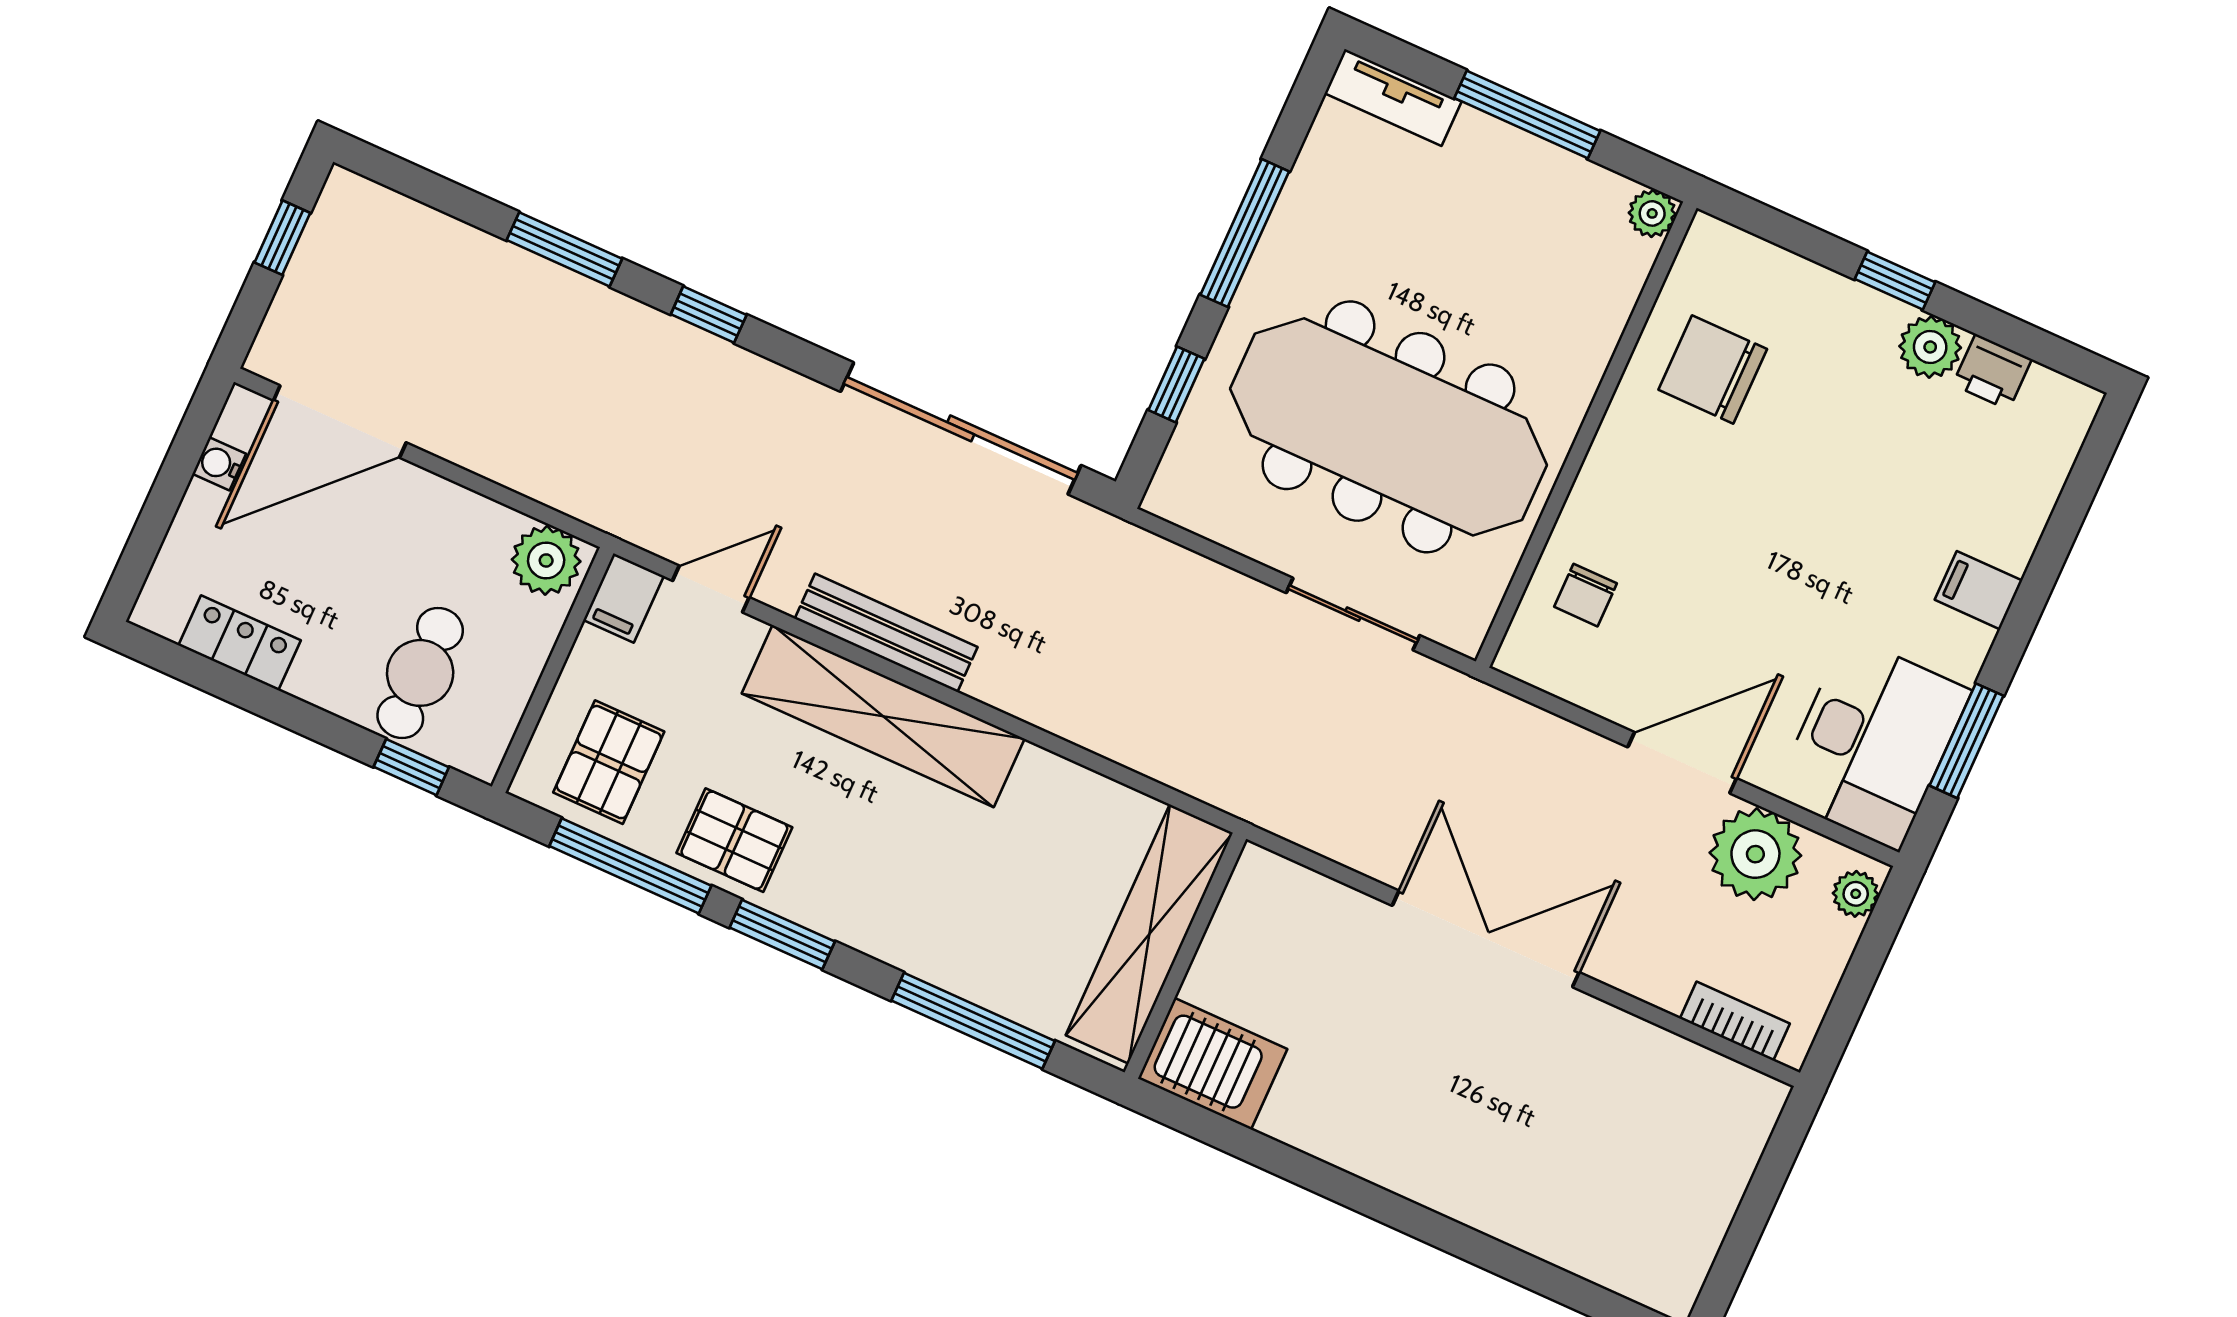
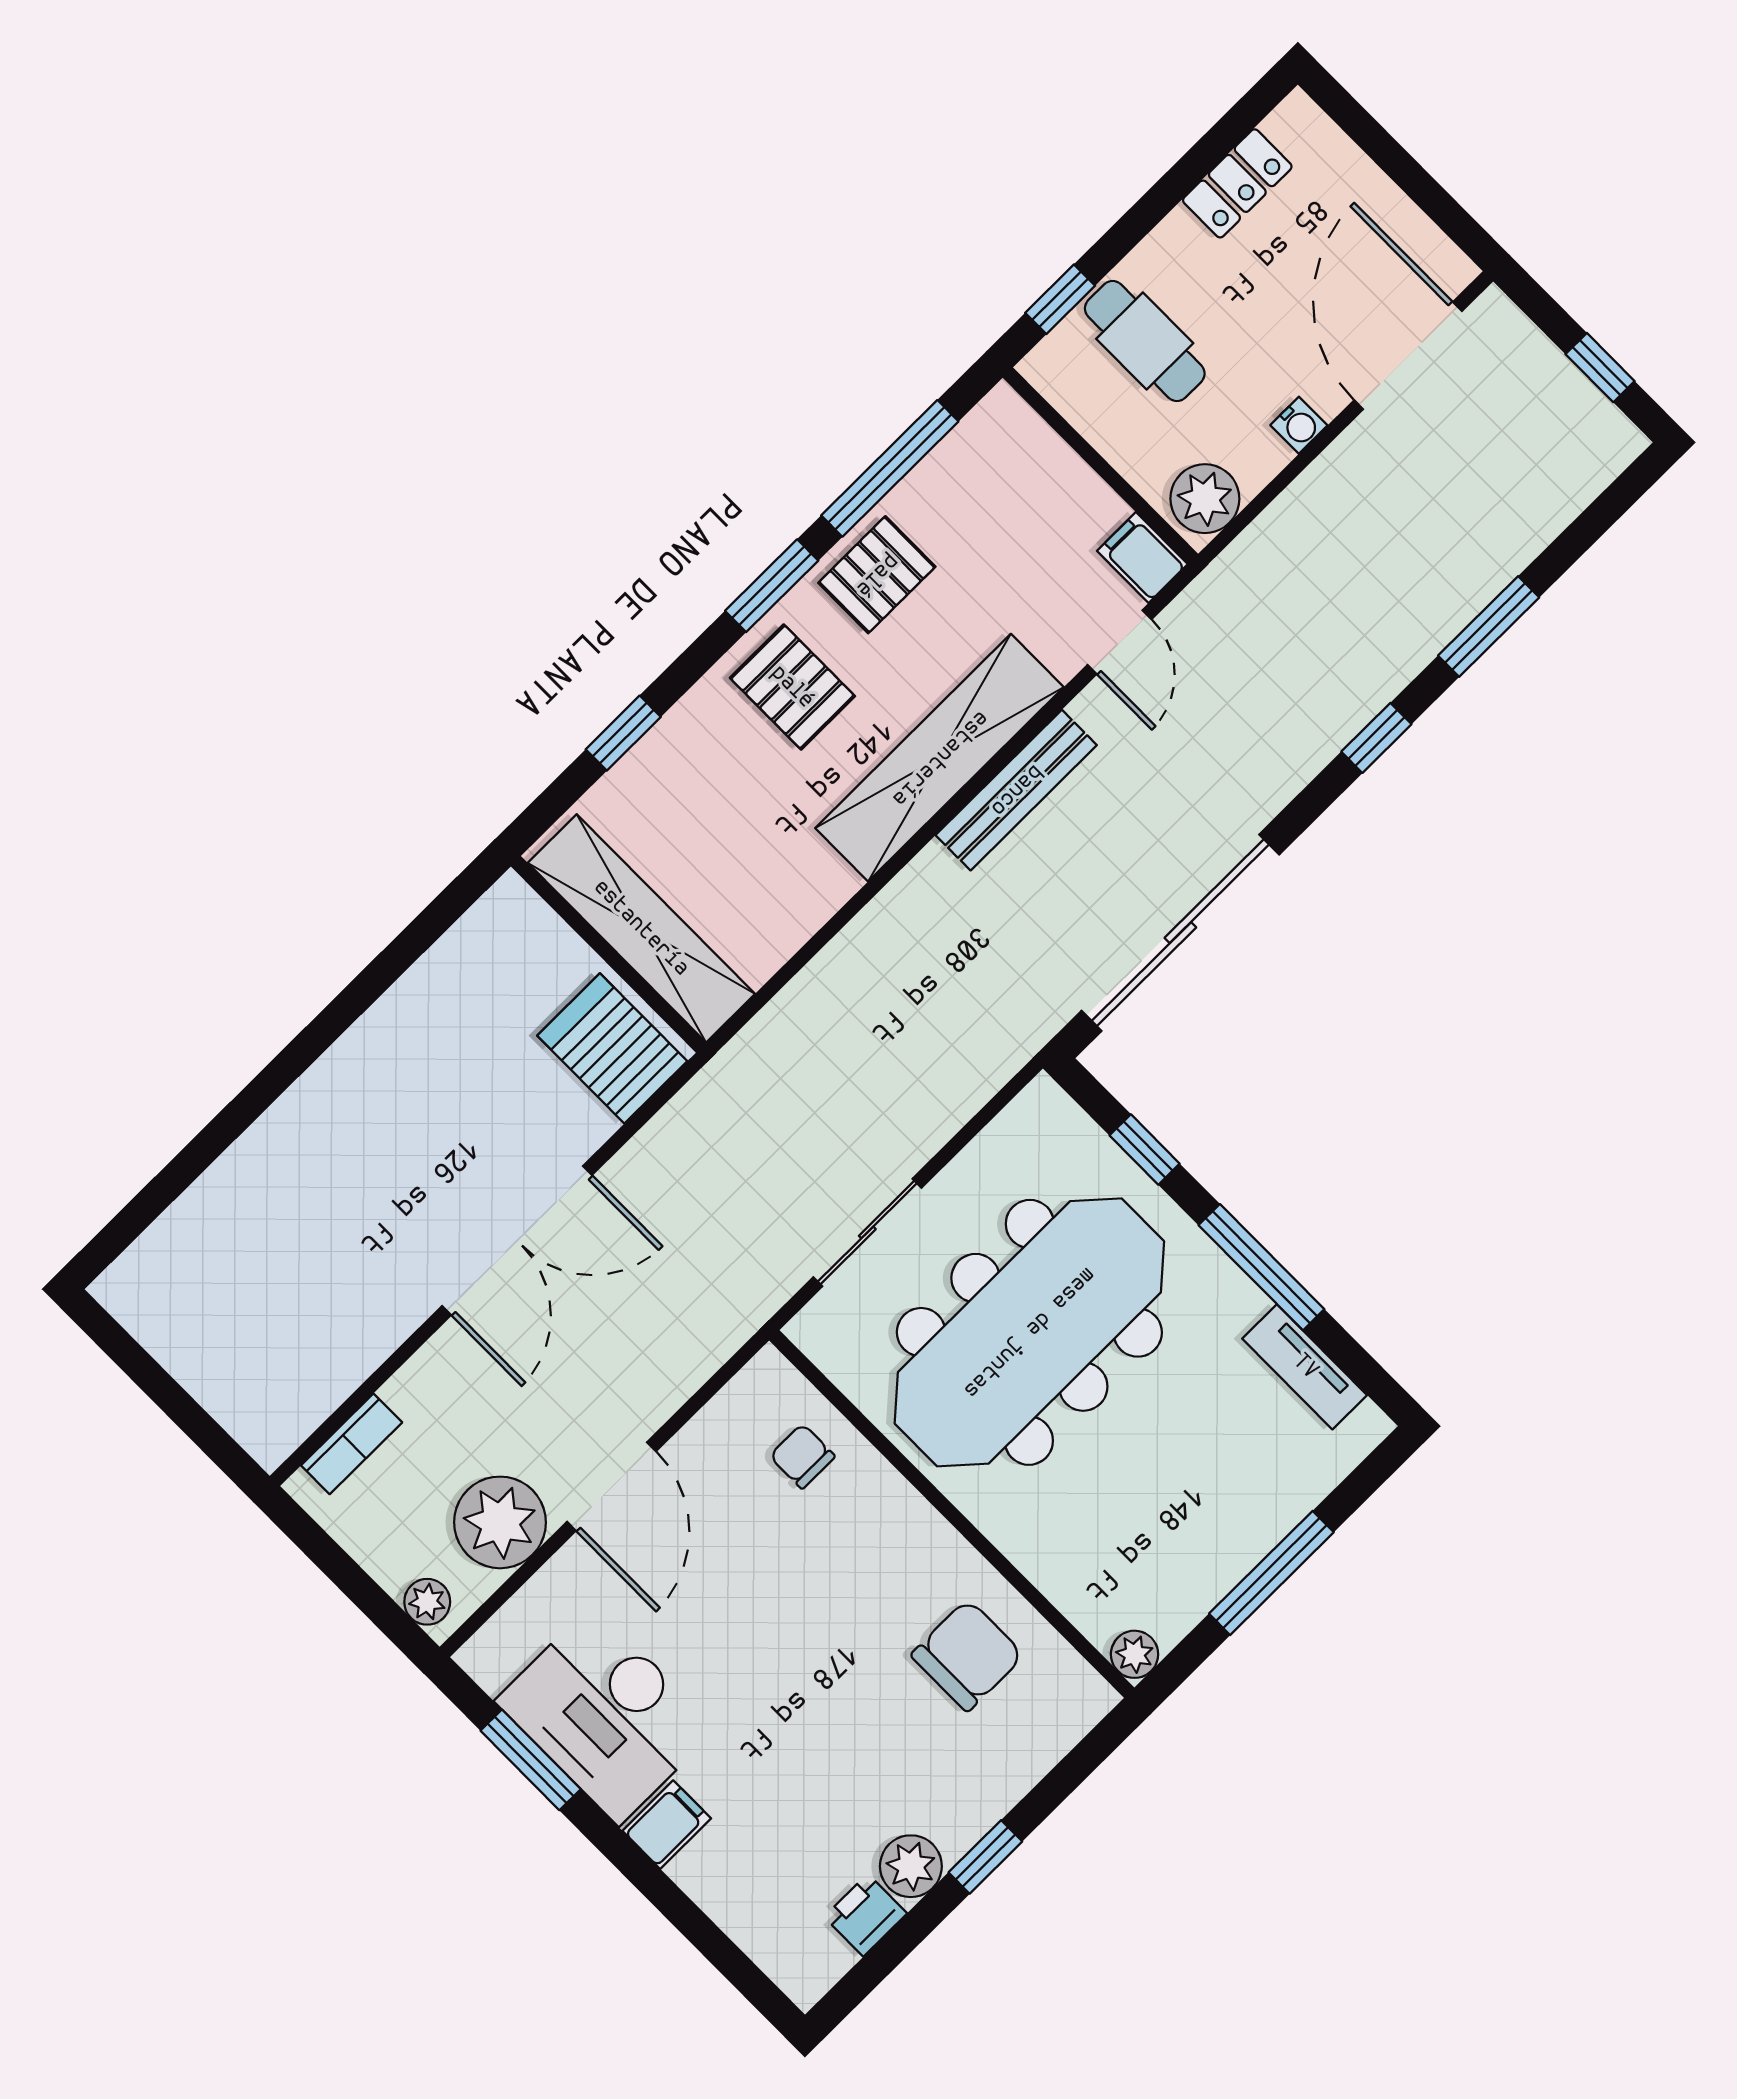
tv unit: (1393, 97) -> (1305, 1367), moved, turned -90
water cooler: (219, 464) -> (1299, 425), moved, turned 90
desk: (1872, 743) -> (606, 1715), moved
pallet: (609, 762) -> (792, 687), moved
window: (973, 1021) -> (623, 733), width x0.46
server rack: (1213, 1064) -> (612, 1048), moved, turned 90

